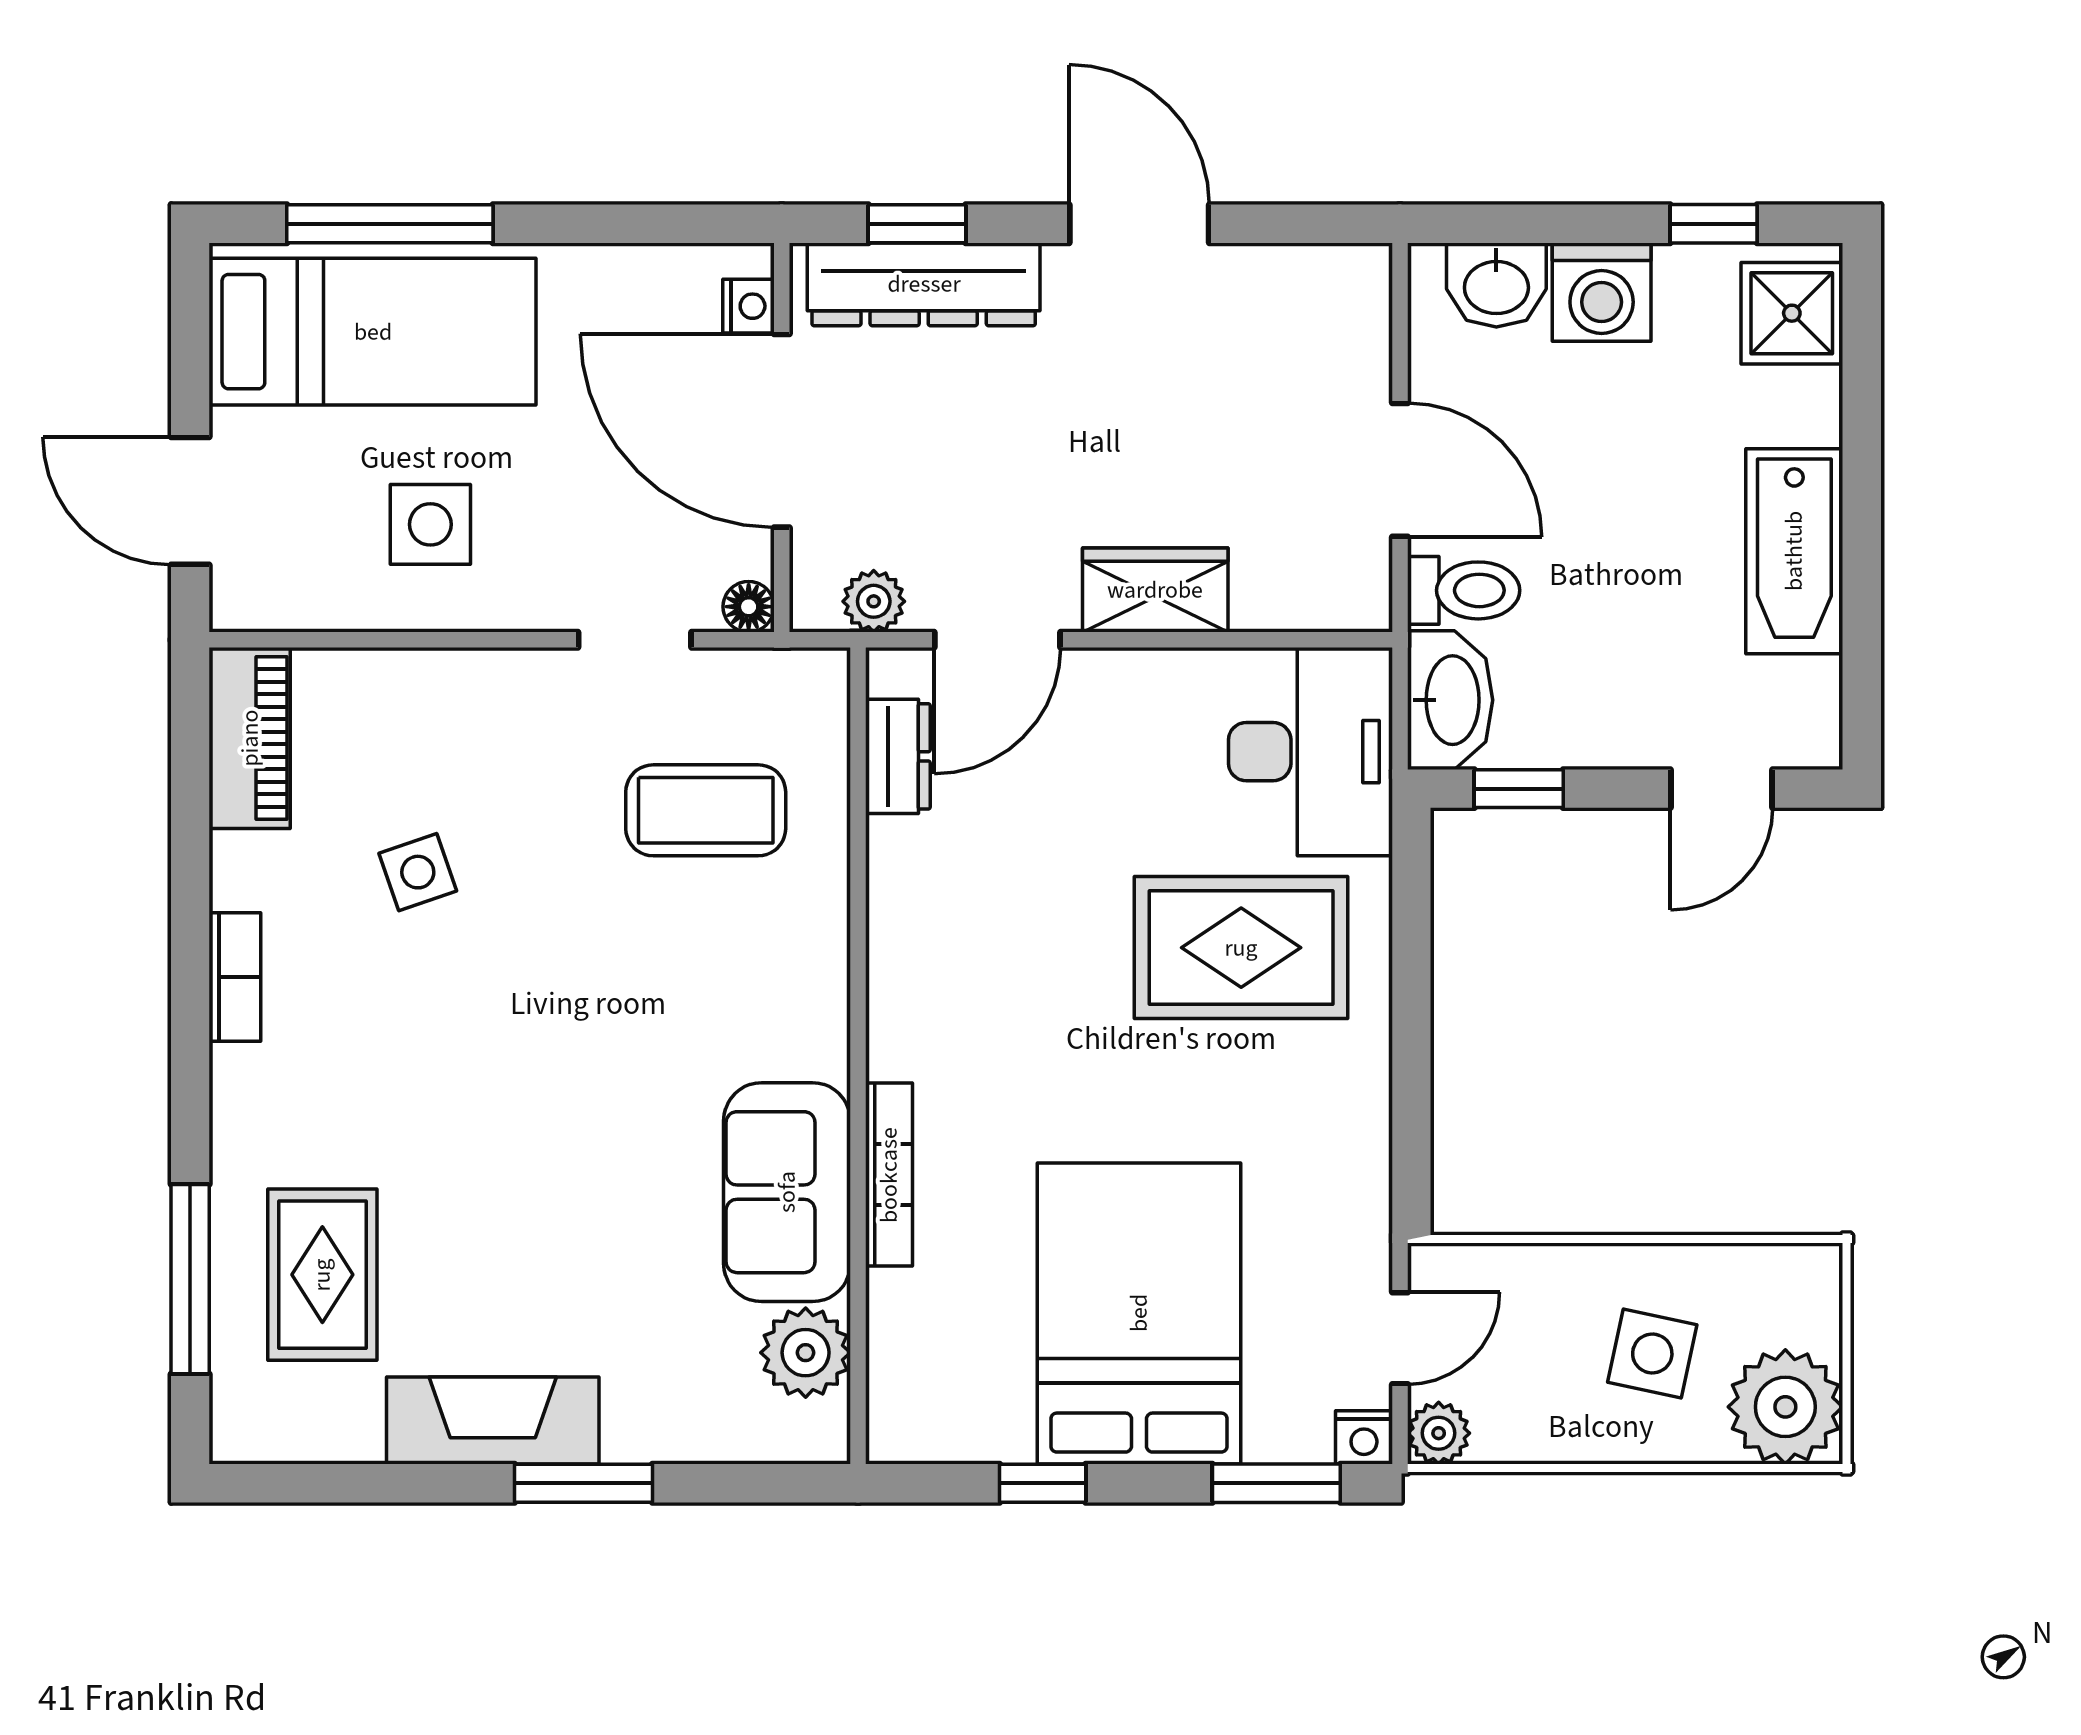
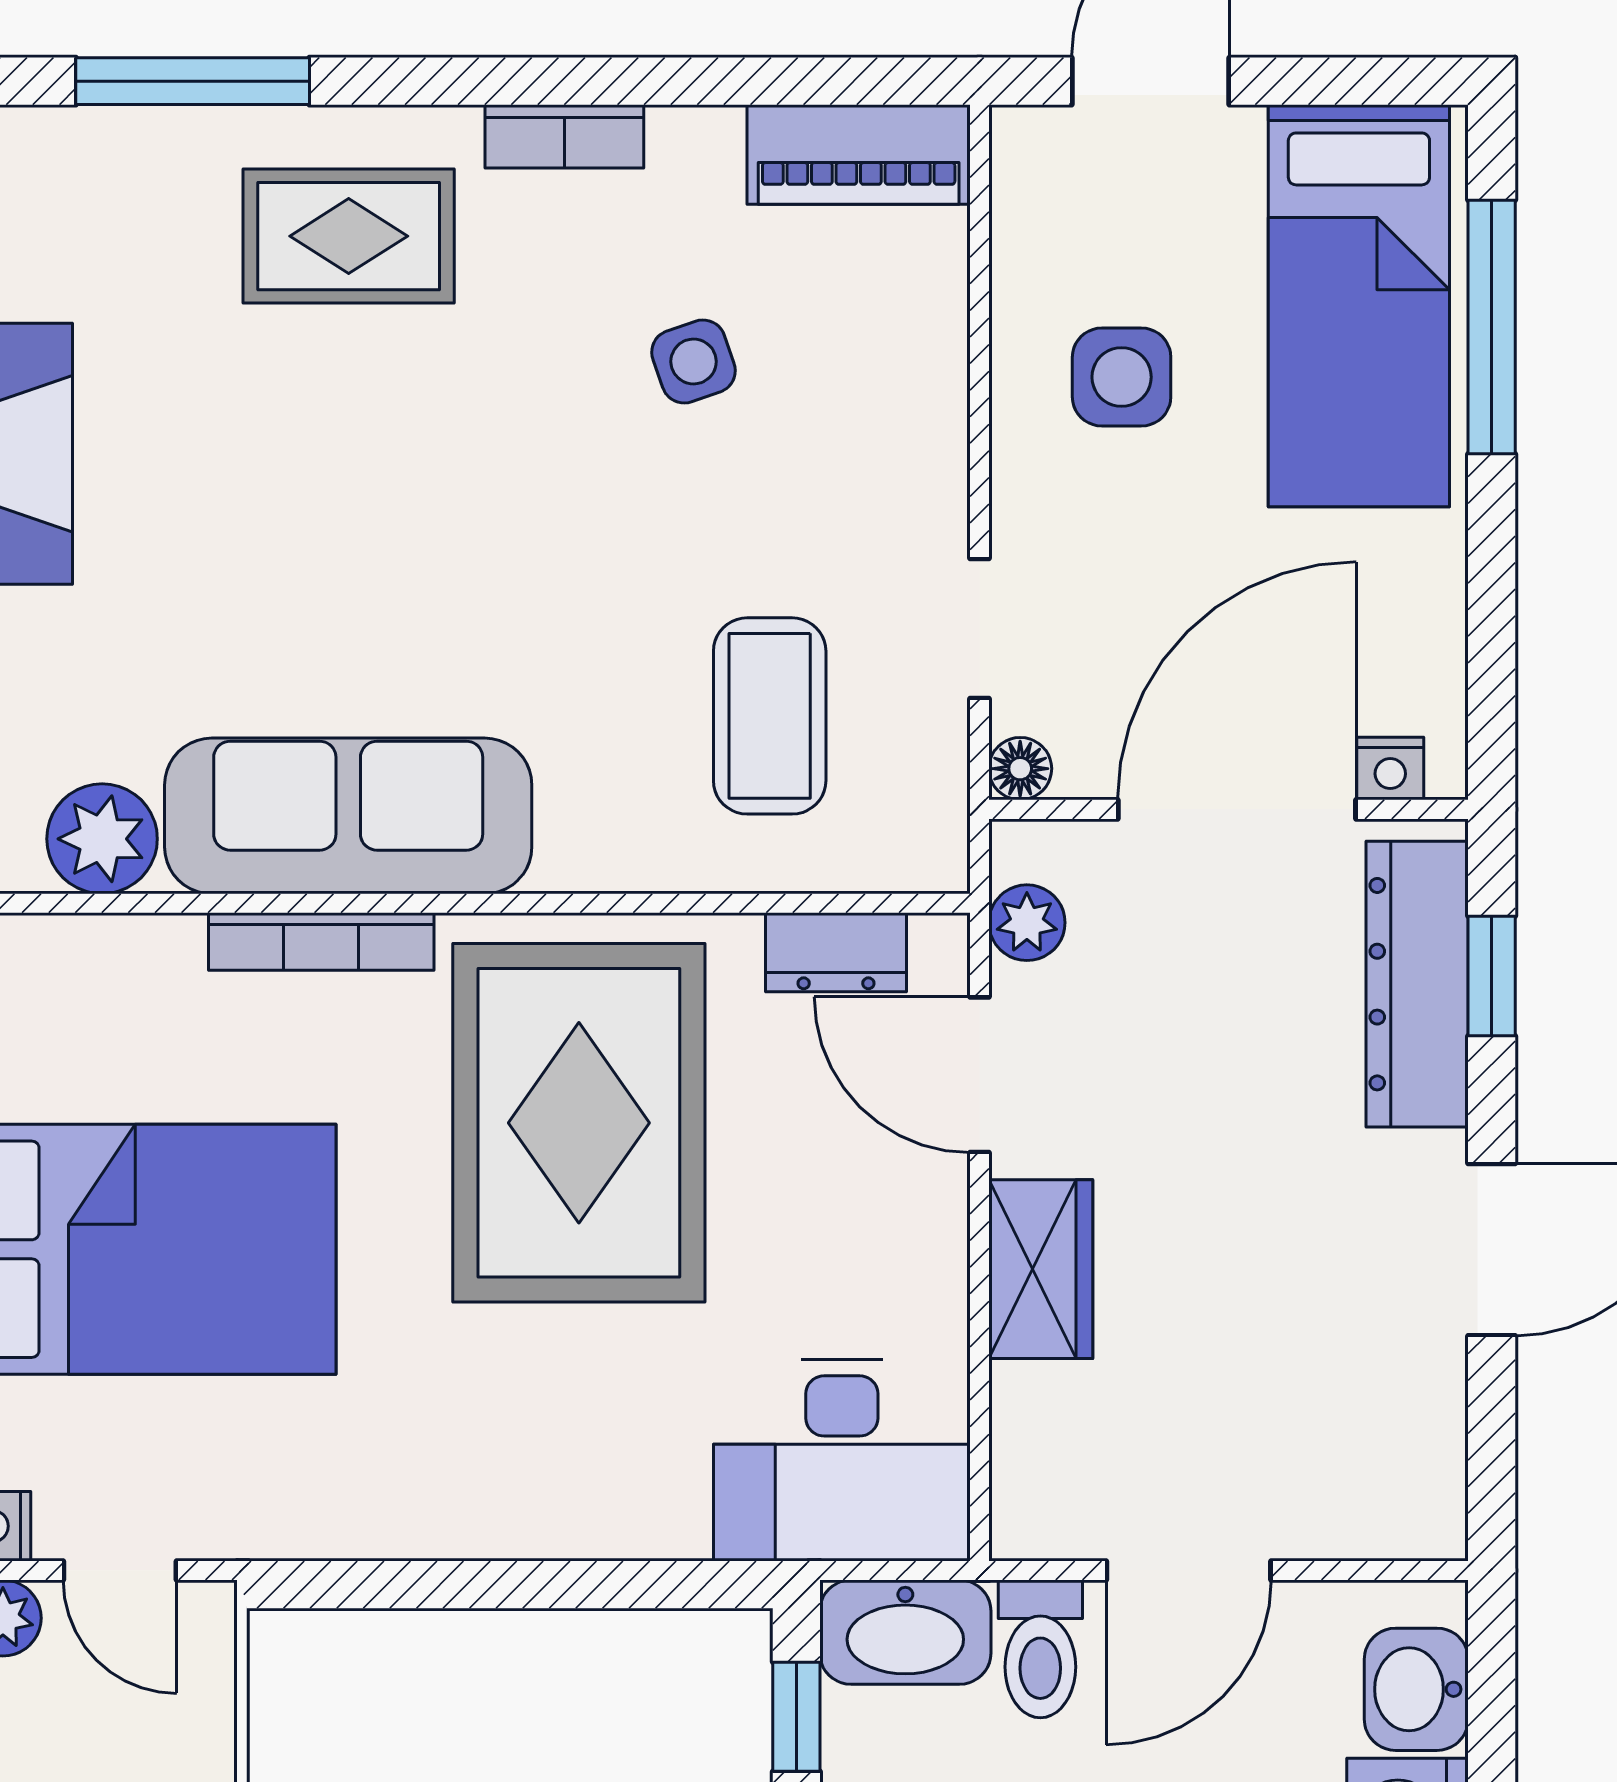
rug: (1241, 948) -> (579, 1123), moved, width x1.37, depth x1.44
sofa: (787, 1192) -> (348, 816), width x1.36
rug: (322, 1275) -> (349, 236), moved

